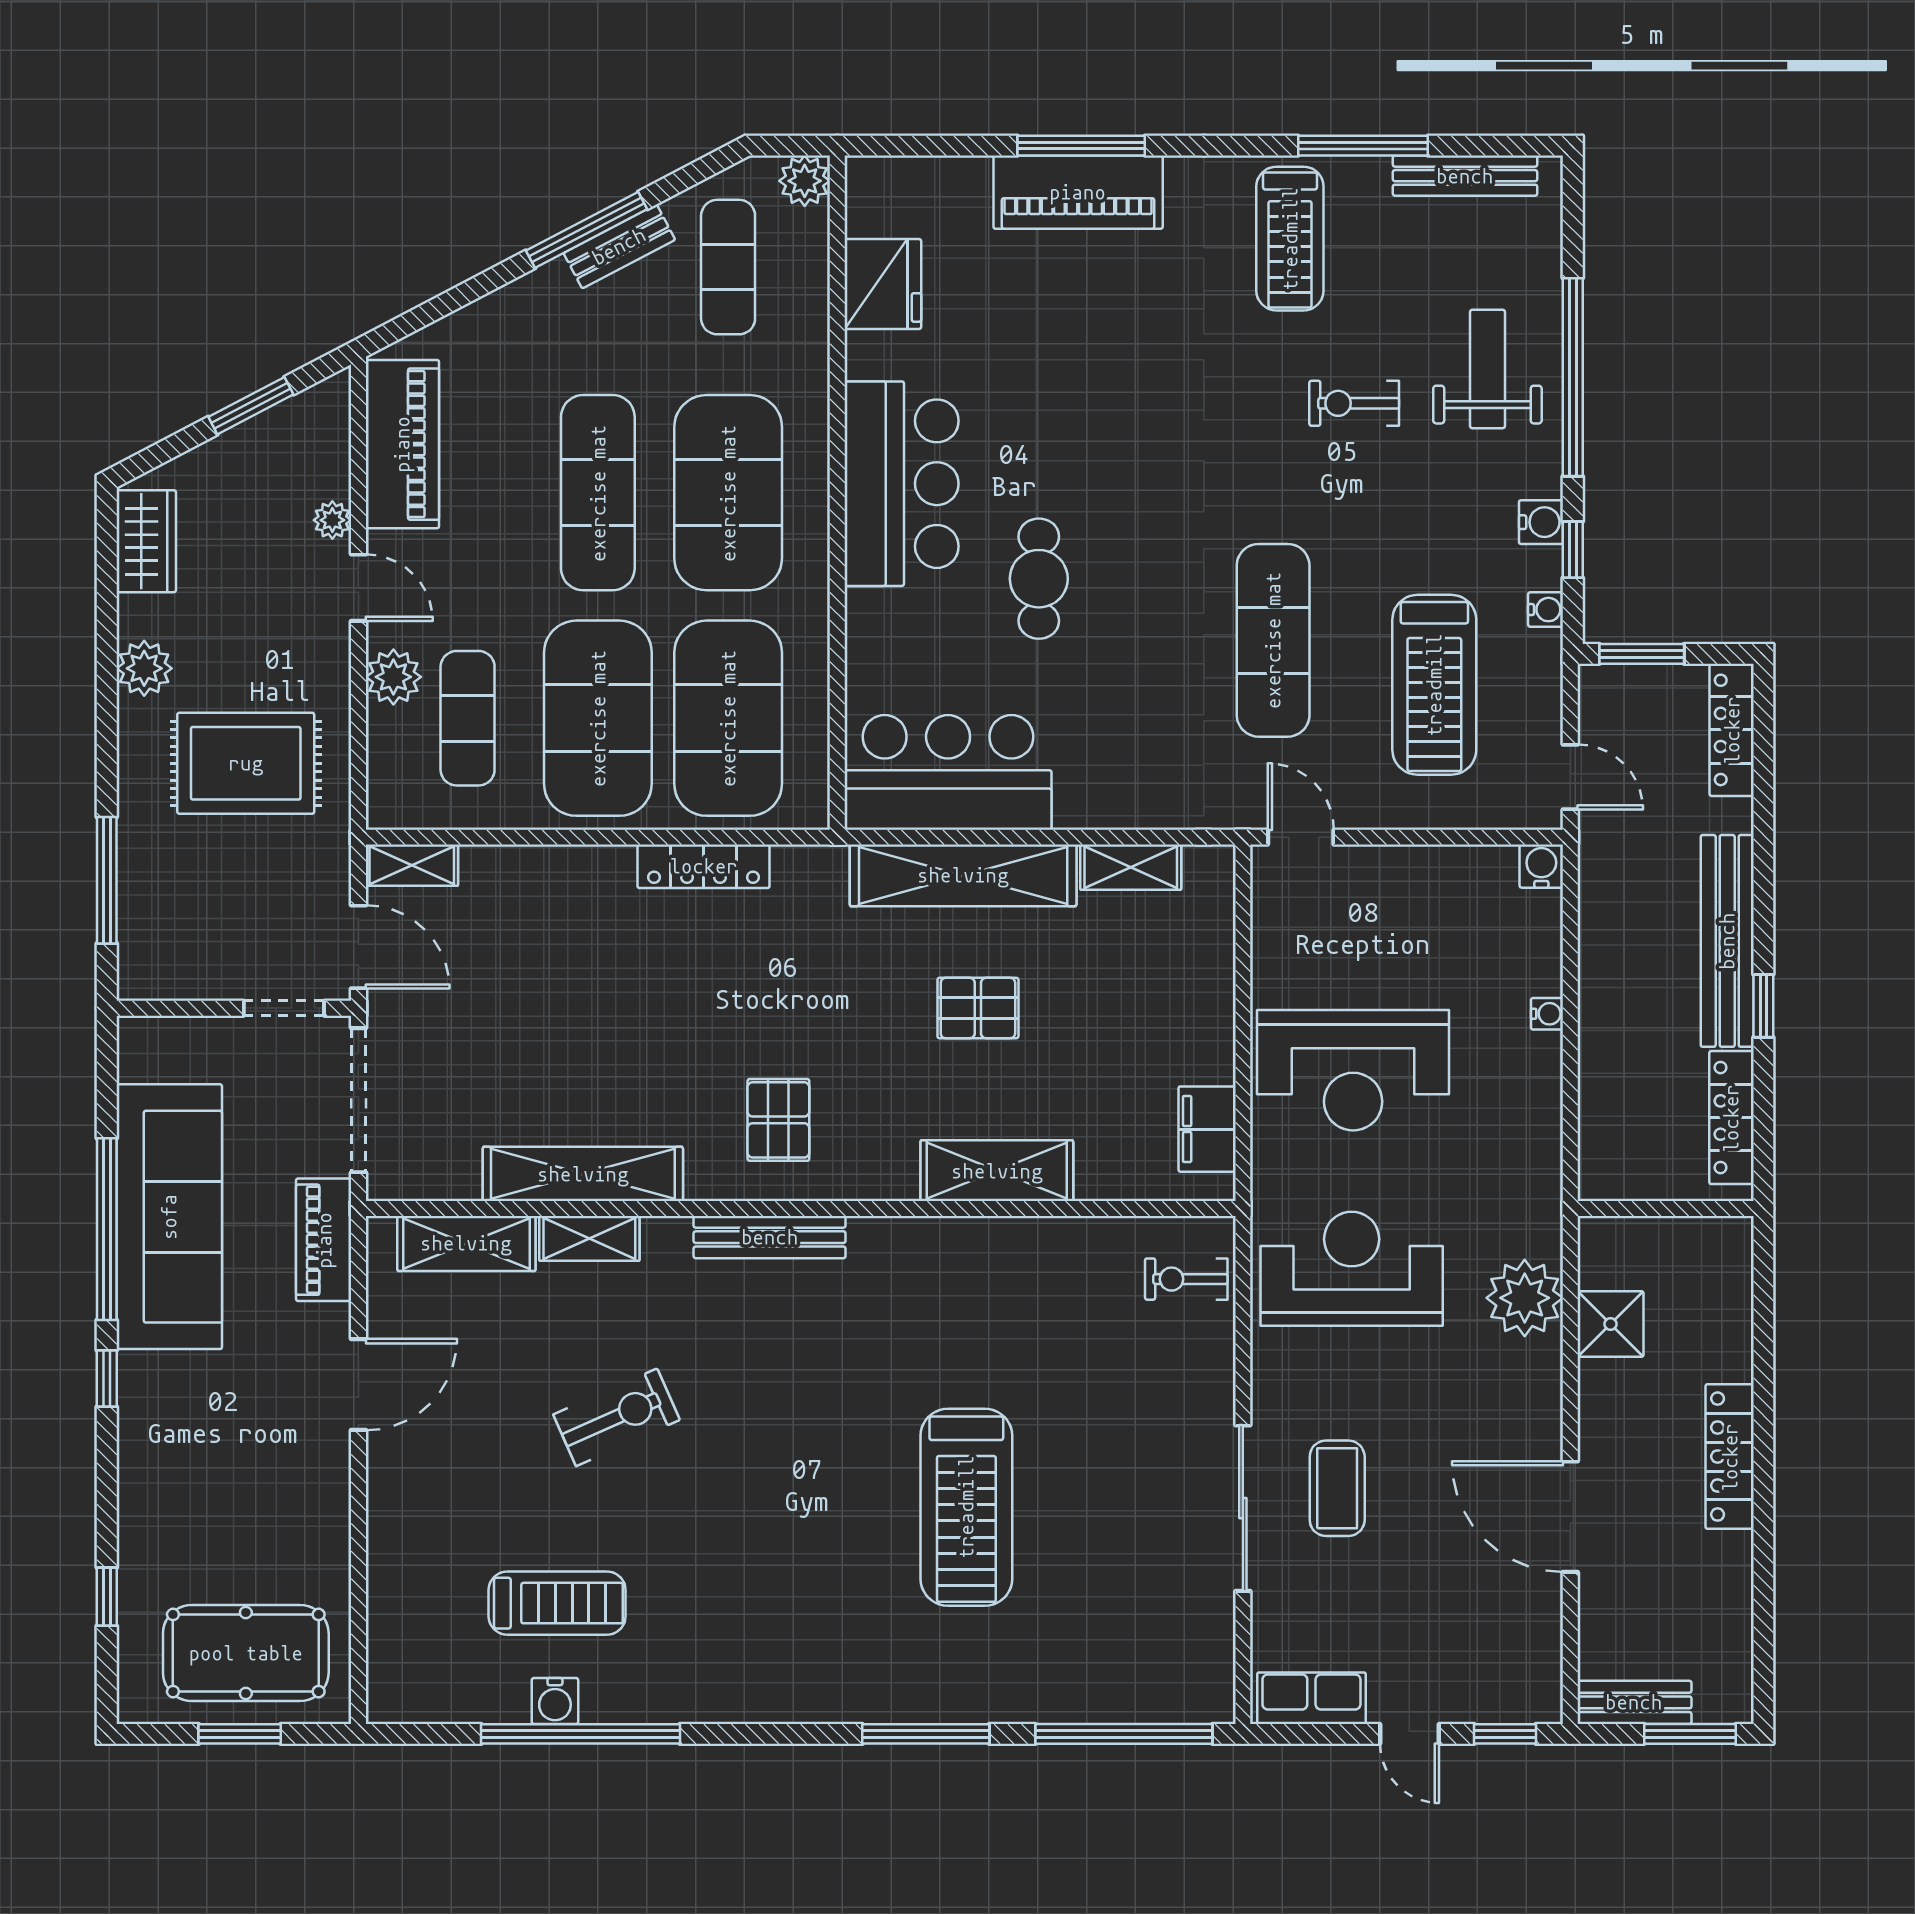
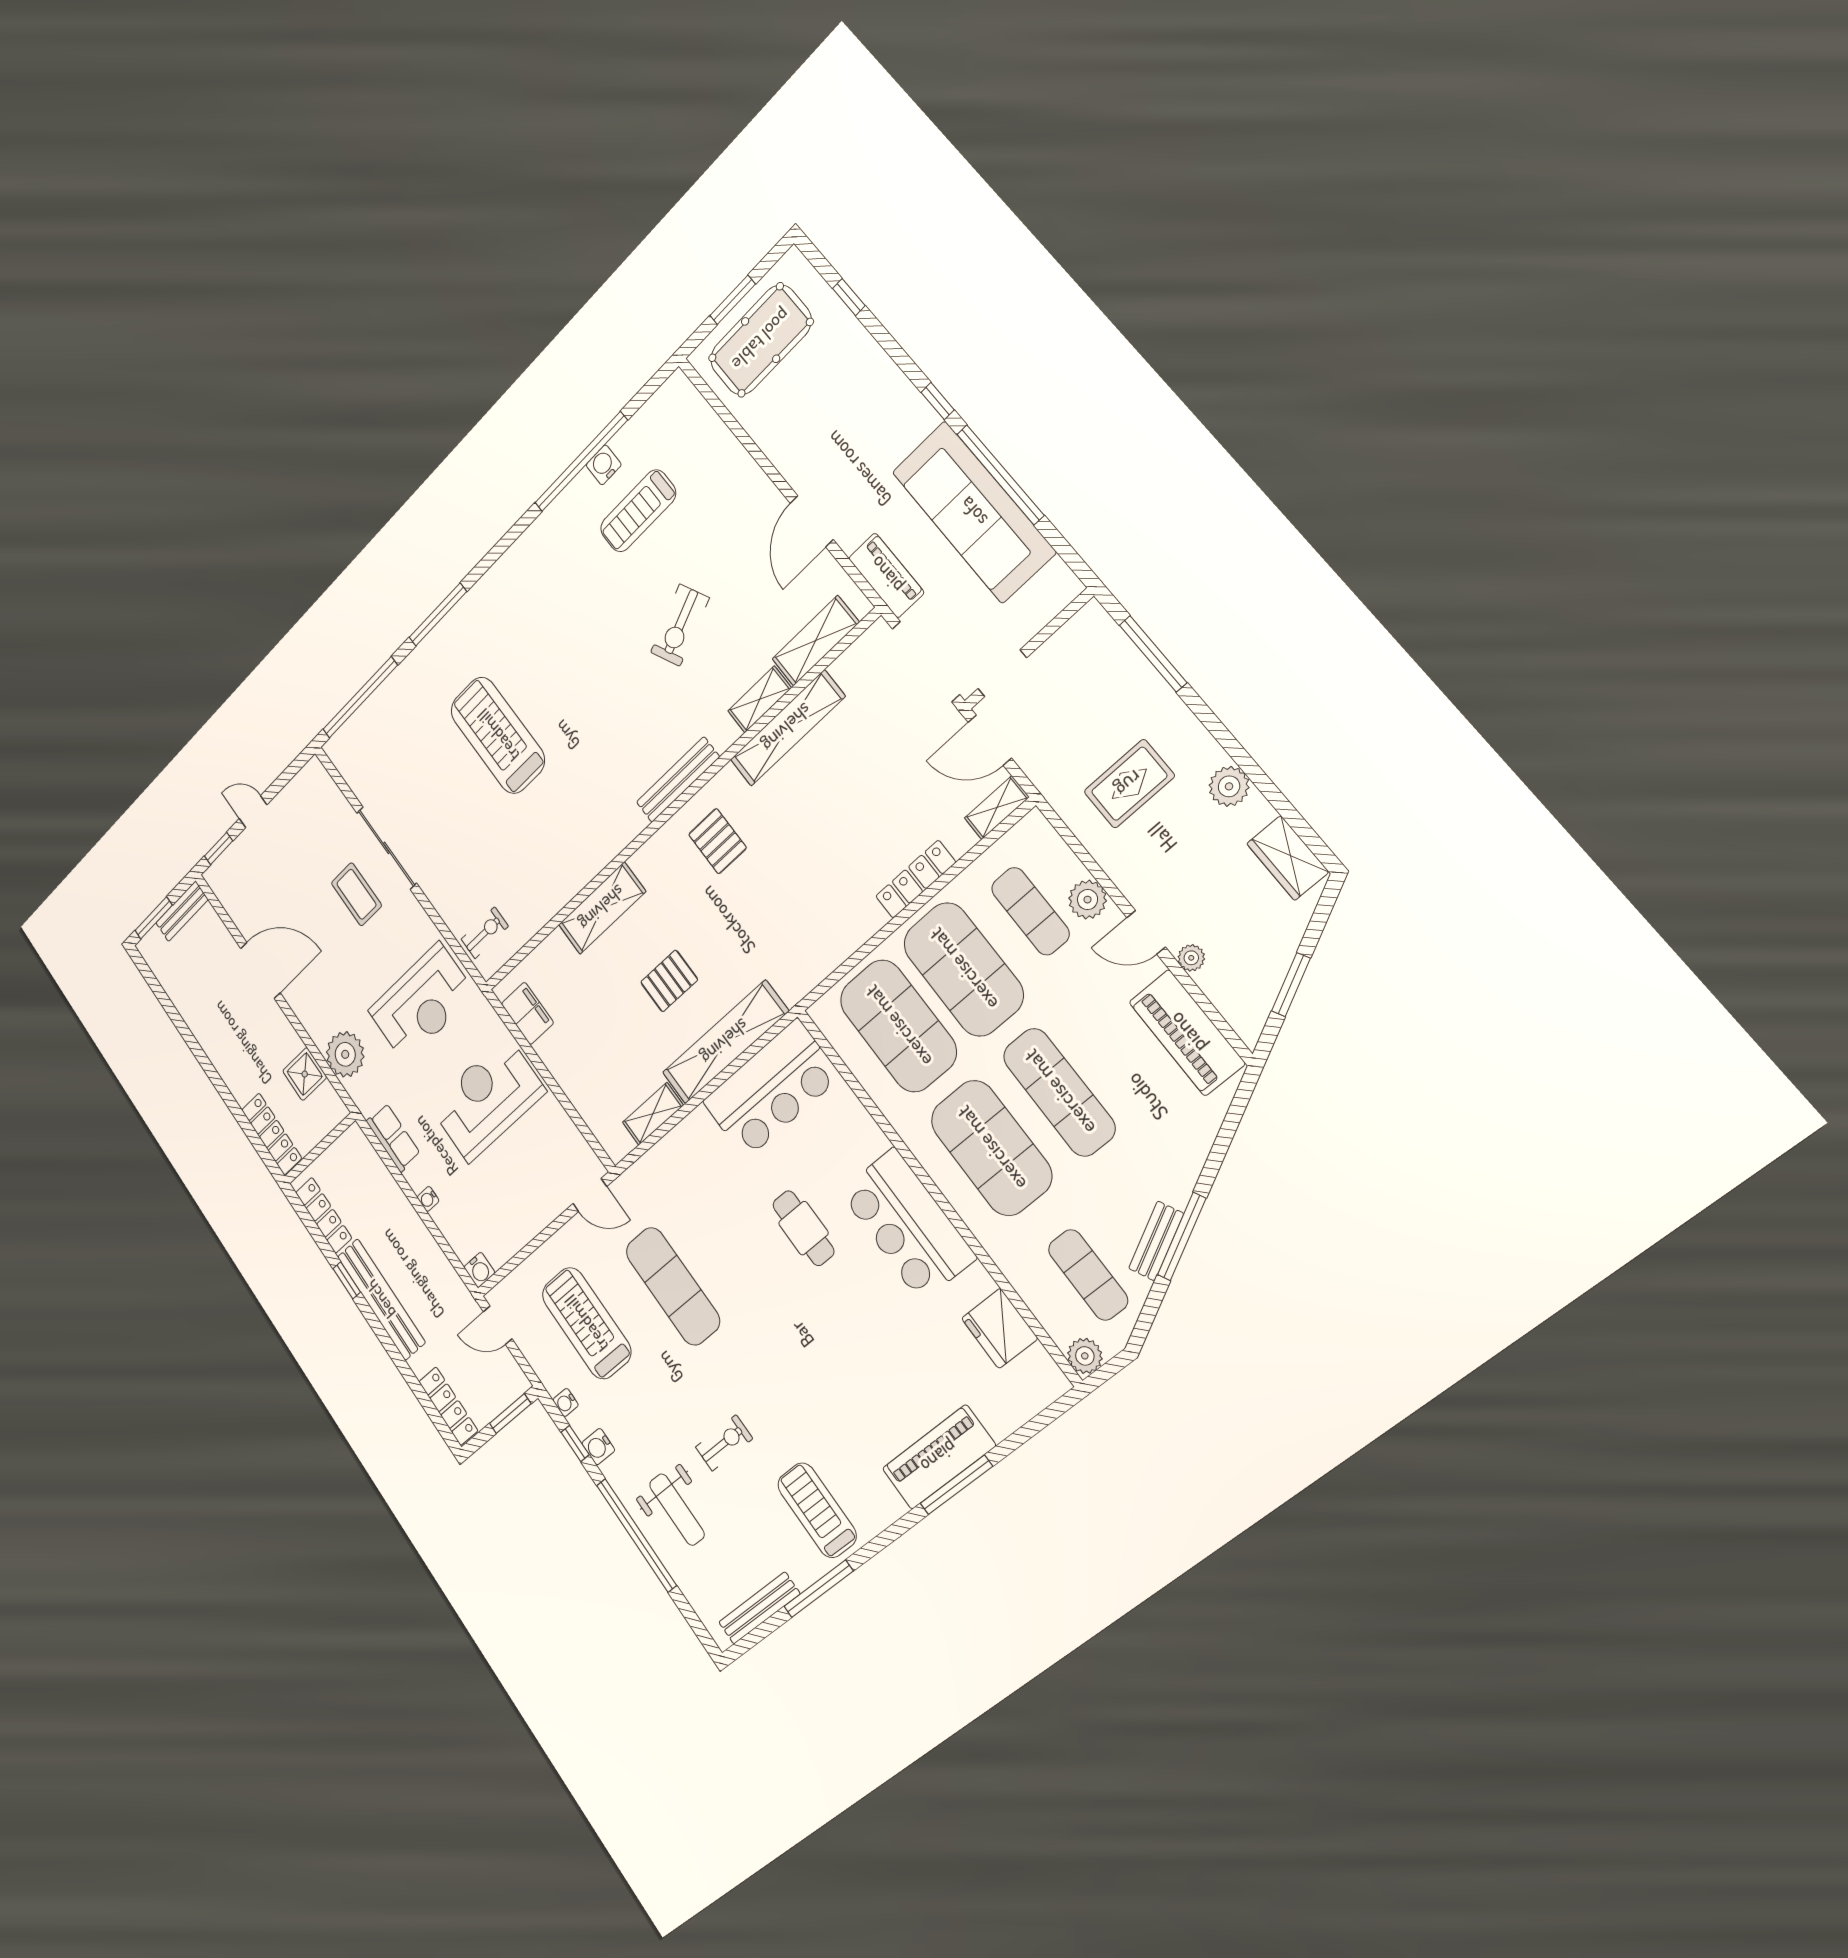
rug: (246, 763) -> (1129, 784), width x0.73, depth x0.70
locker: (704, 866) -> (916, 879), moved
locker: (1730, 1457) -> (272, 1134), moved
row of seats: (1311, 1698) -> (393, 1138), moved, turned -90

